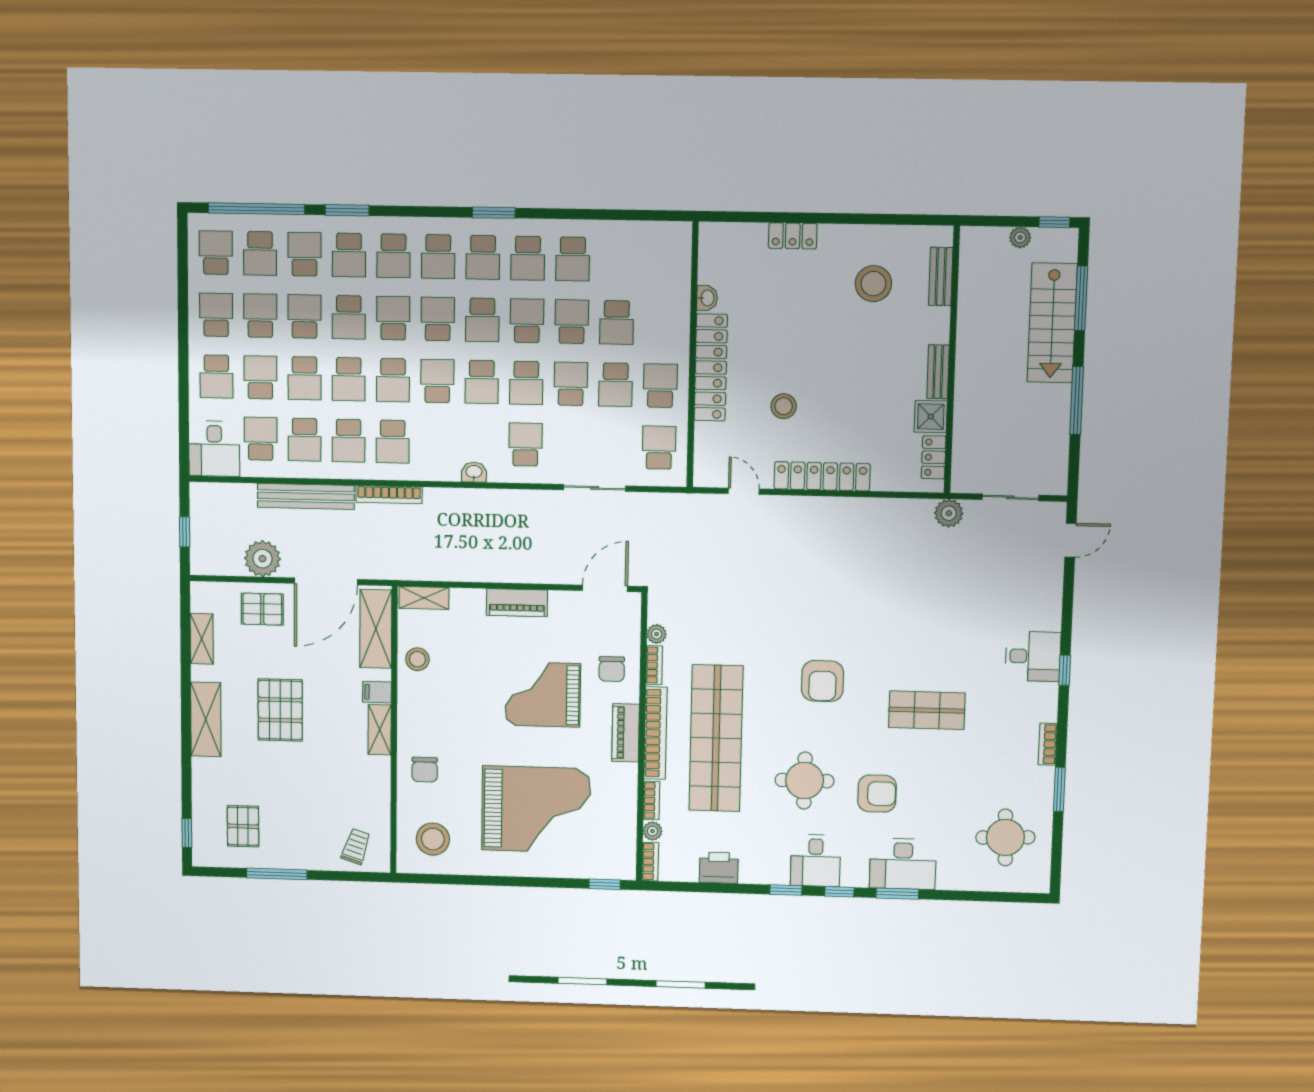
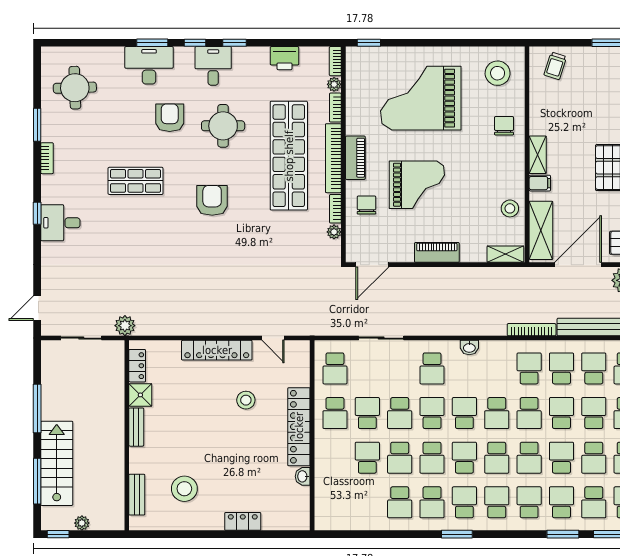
school desk: (528, 258) -> (432, 502), turned 180
school desk: (573, 259) -> (400, 502), turned 180
school desk: (393, 380) -> (529, 413), turned 180
armchair: (877, 794) -> (170, 118), turned 90

